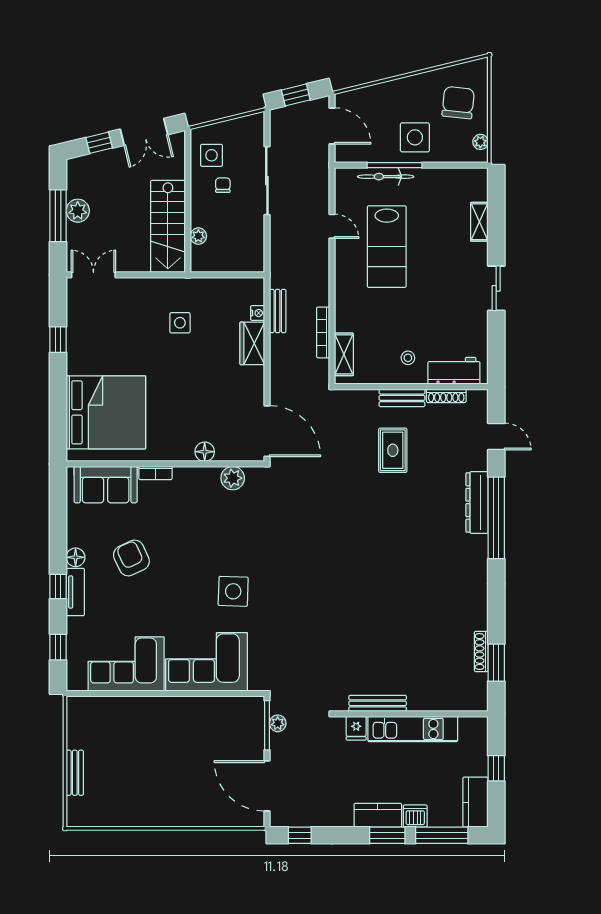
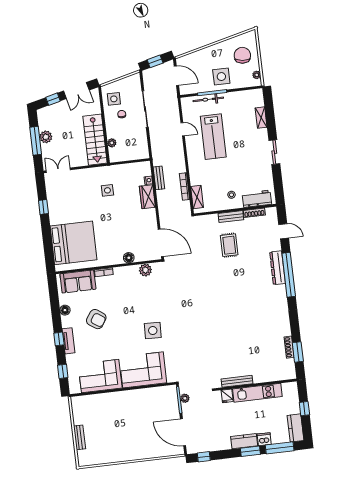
floor lamp: (76, 557) -> (65, 310), moved
armchair: (131, 558) -> (96, 319), turned 149

